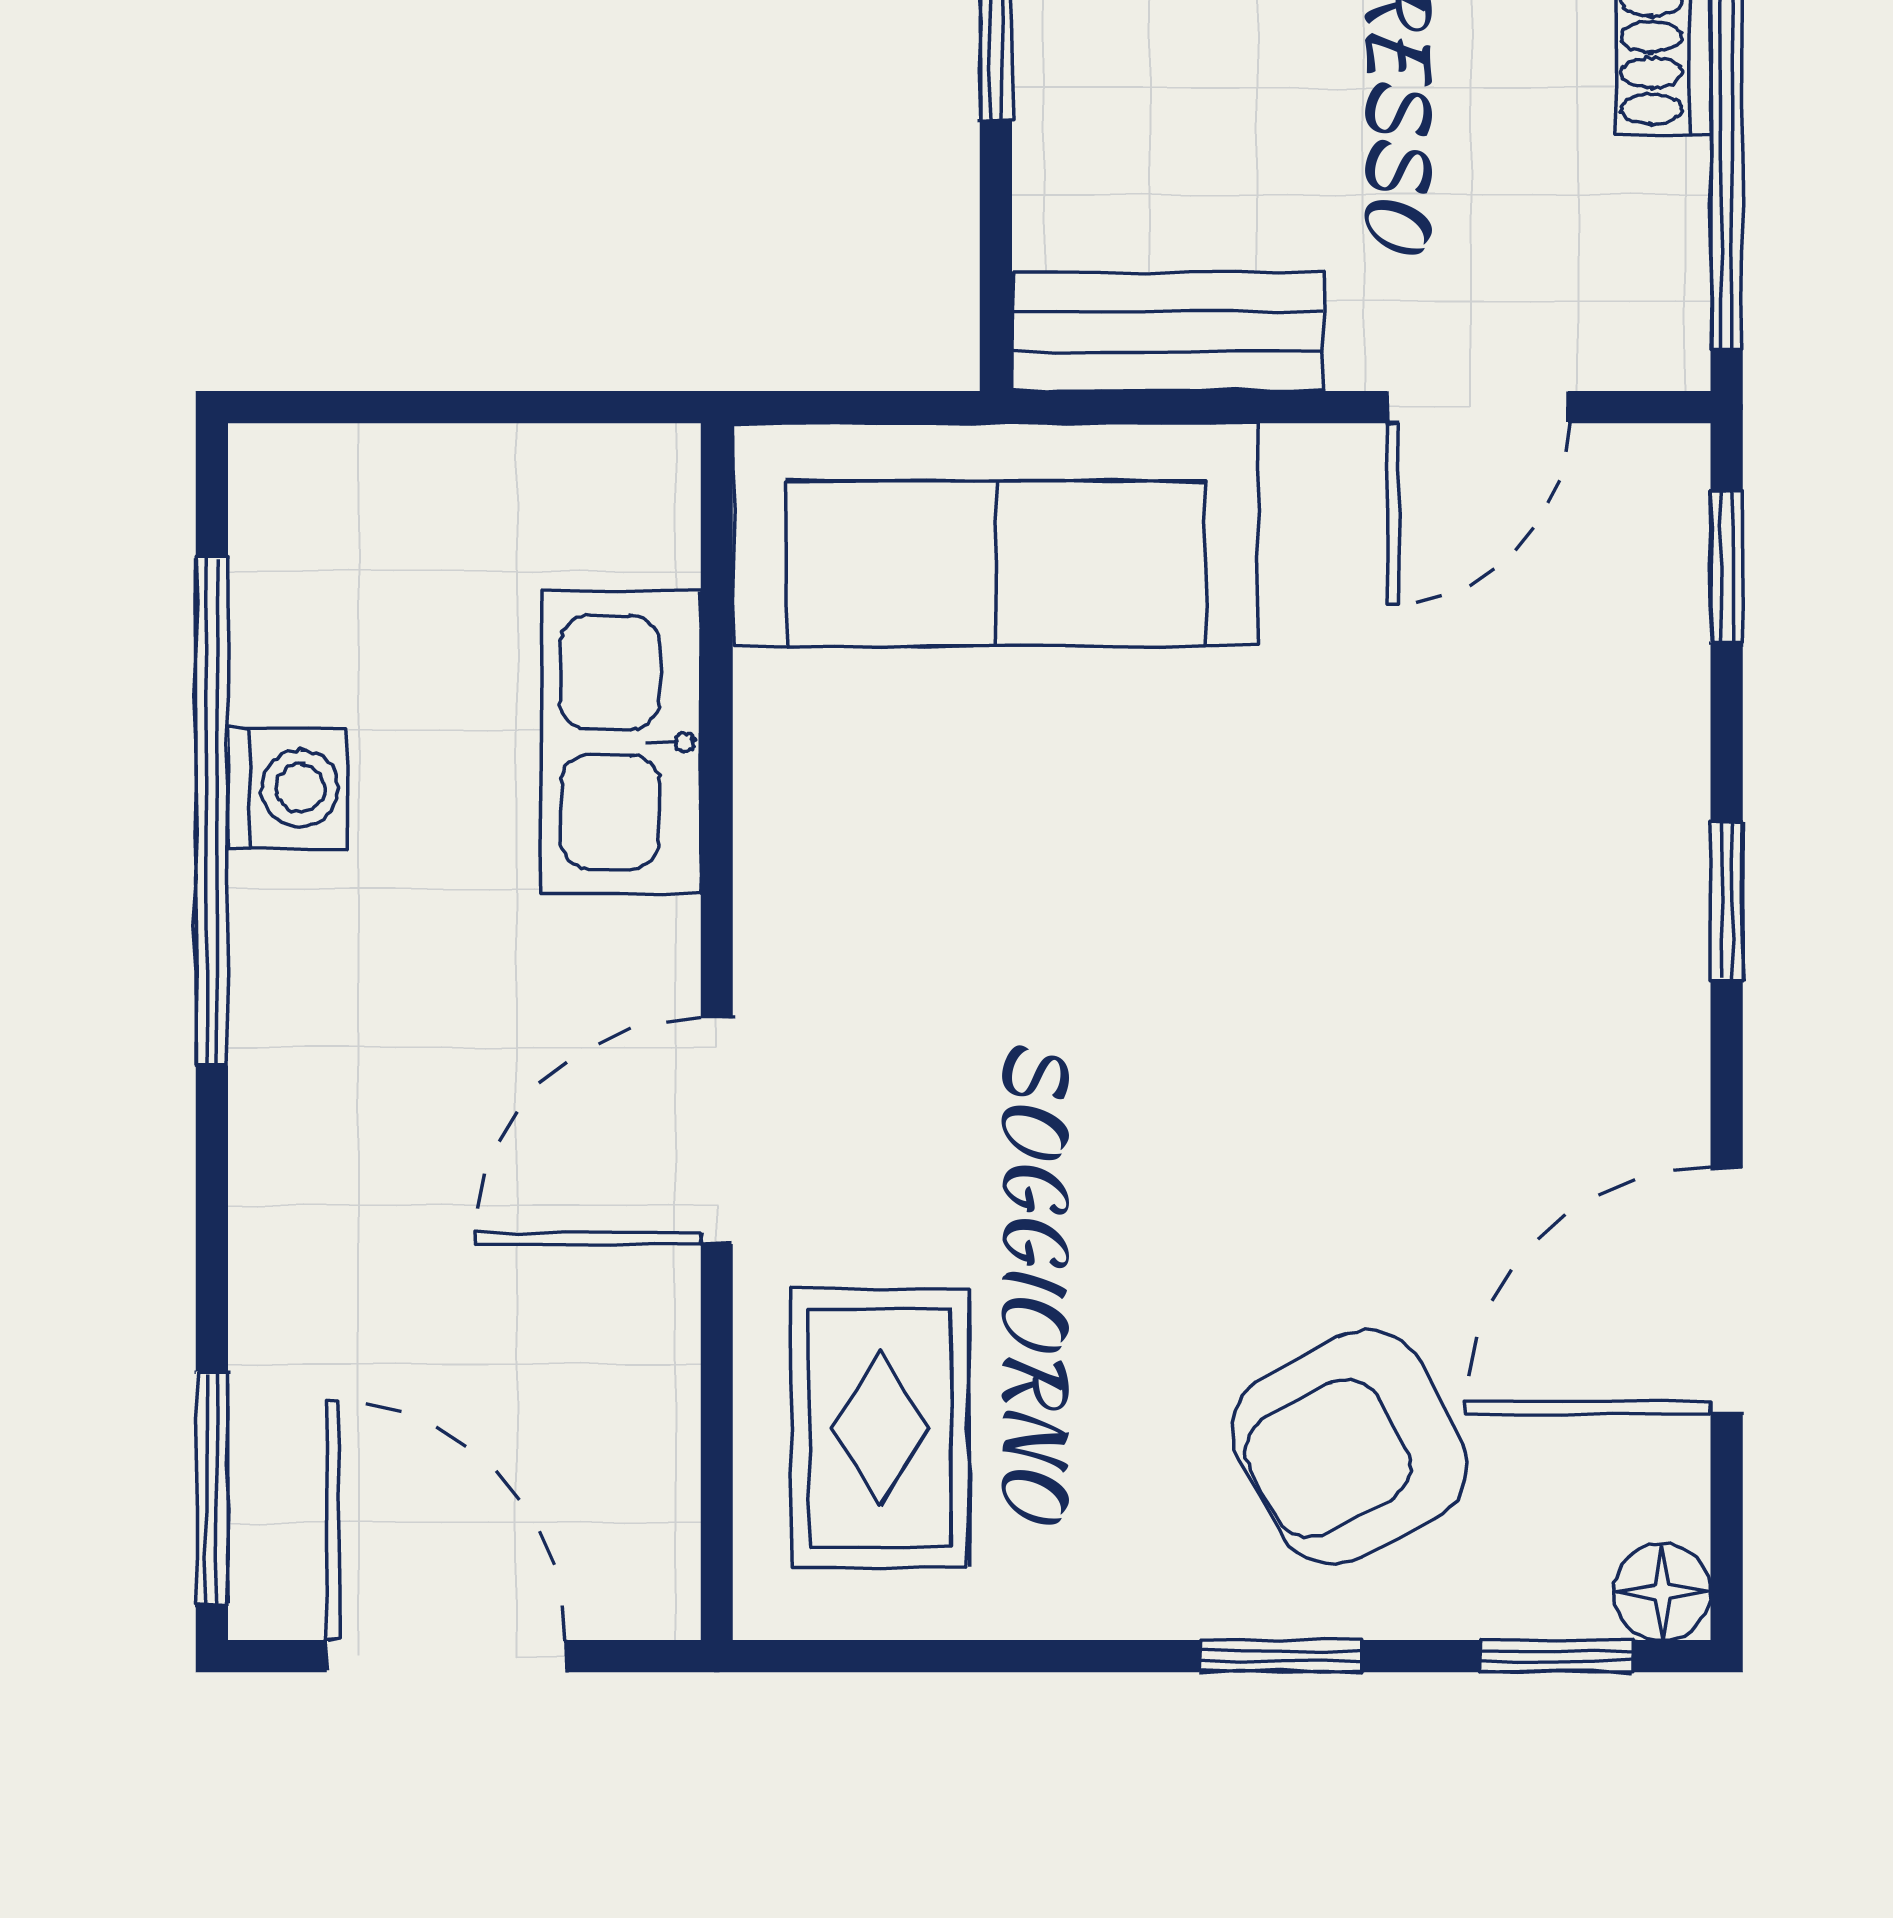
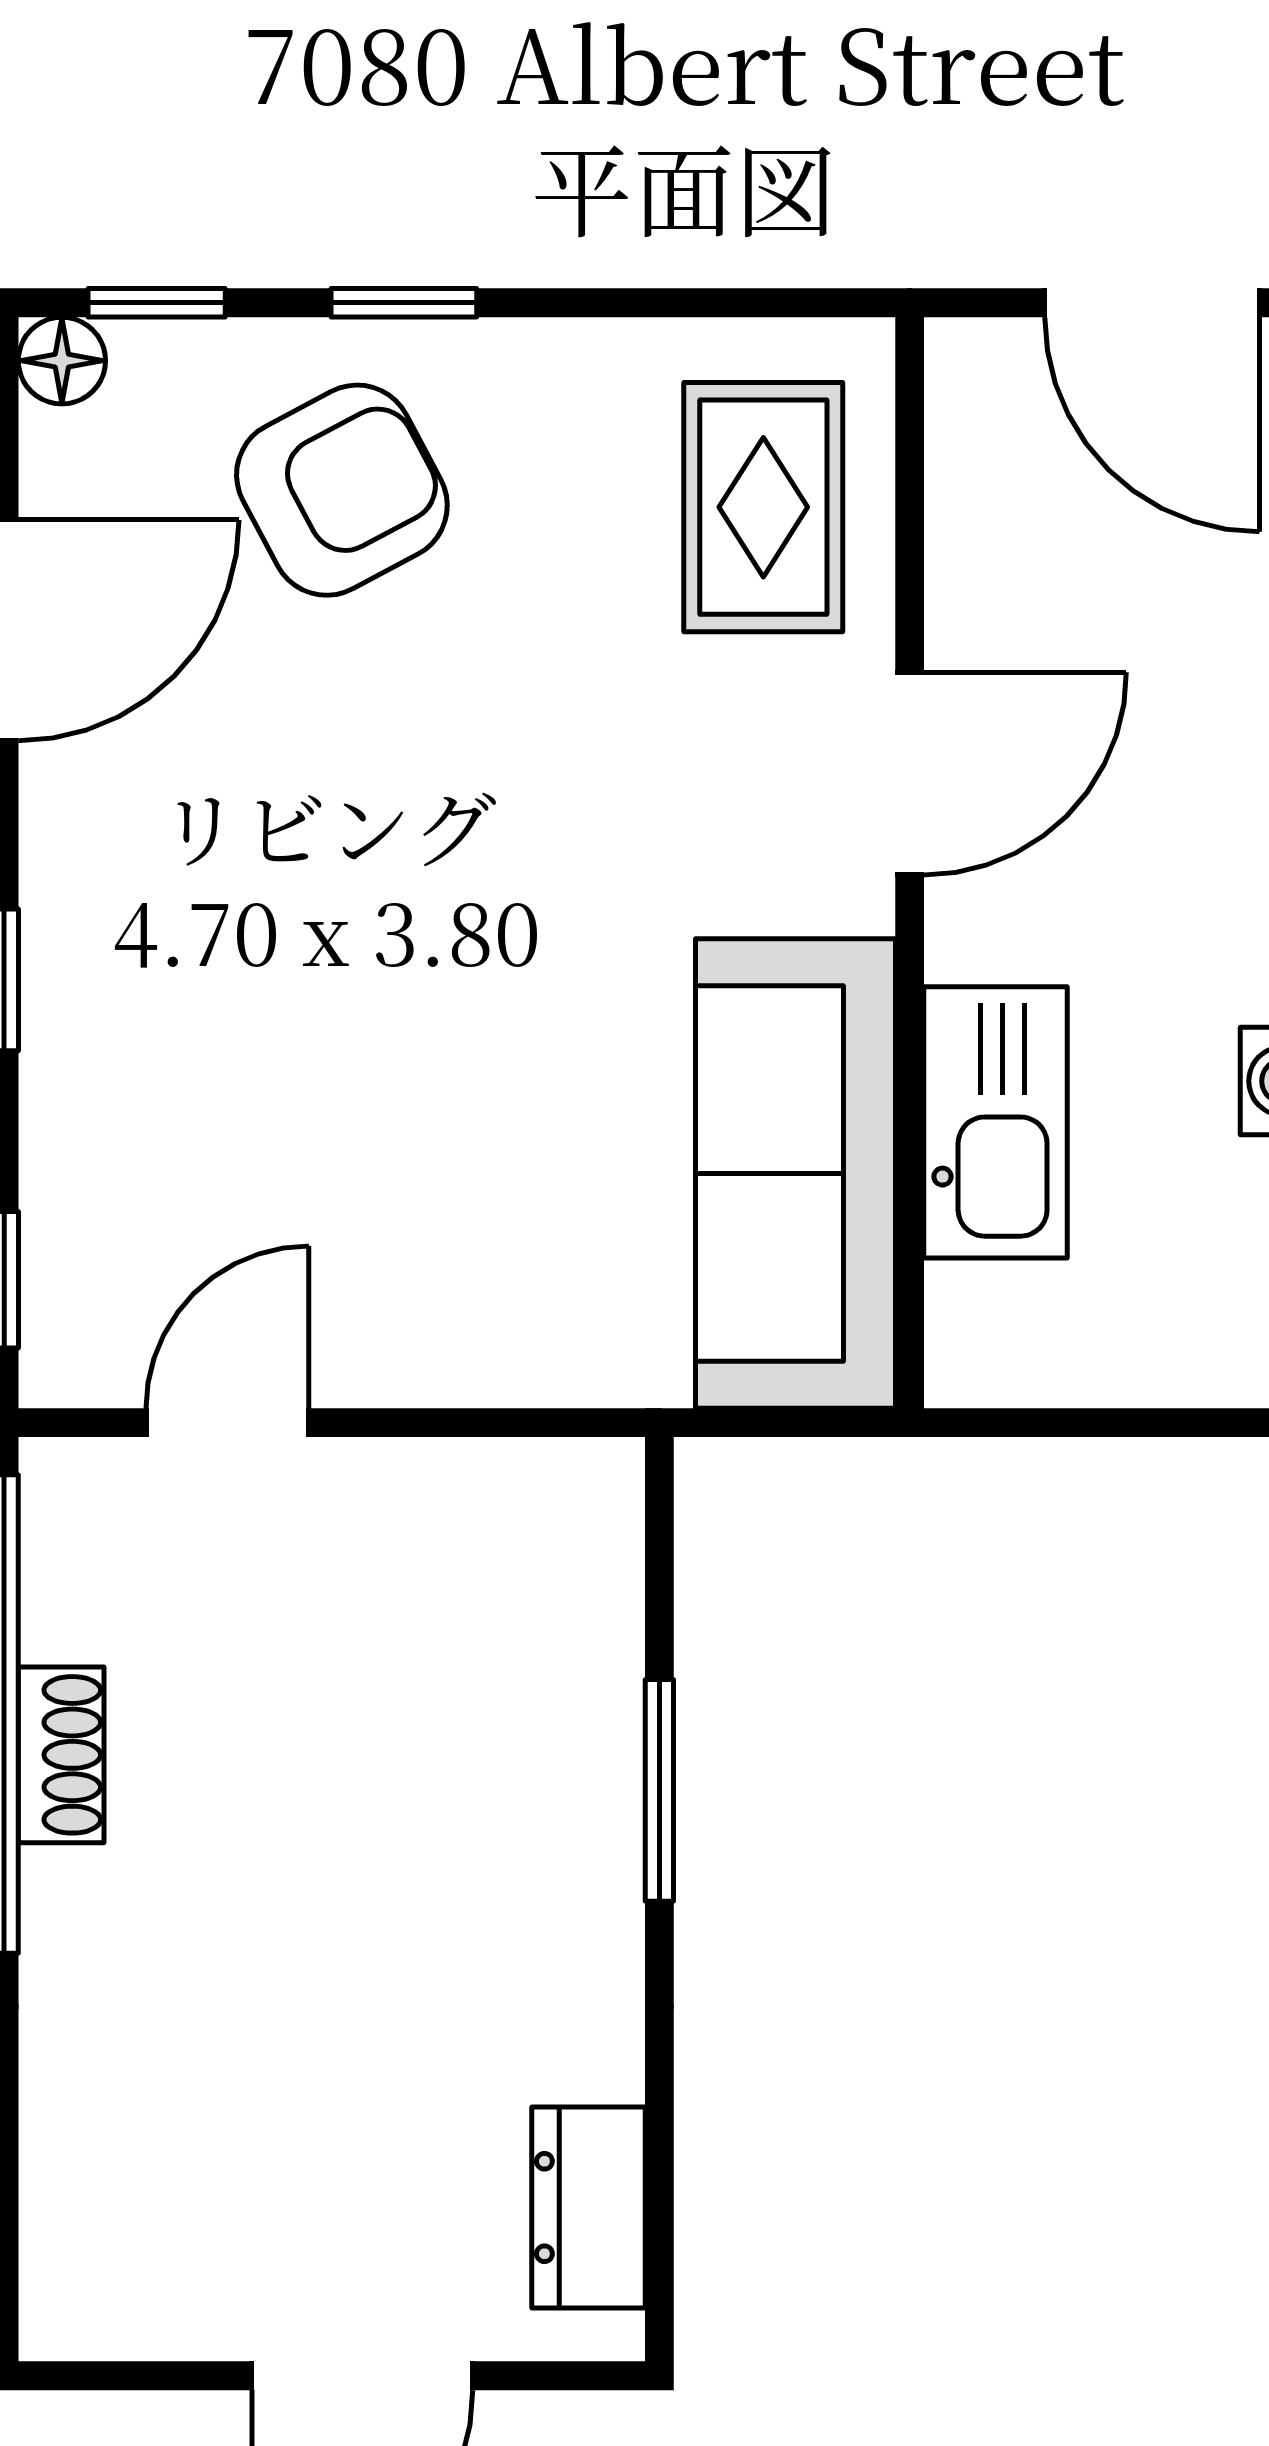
bench: (1168, 332) -> (505, 1490), removed
sofa: (996, 534) -> (795, 1174), moved, turned -90

